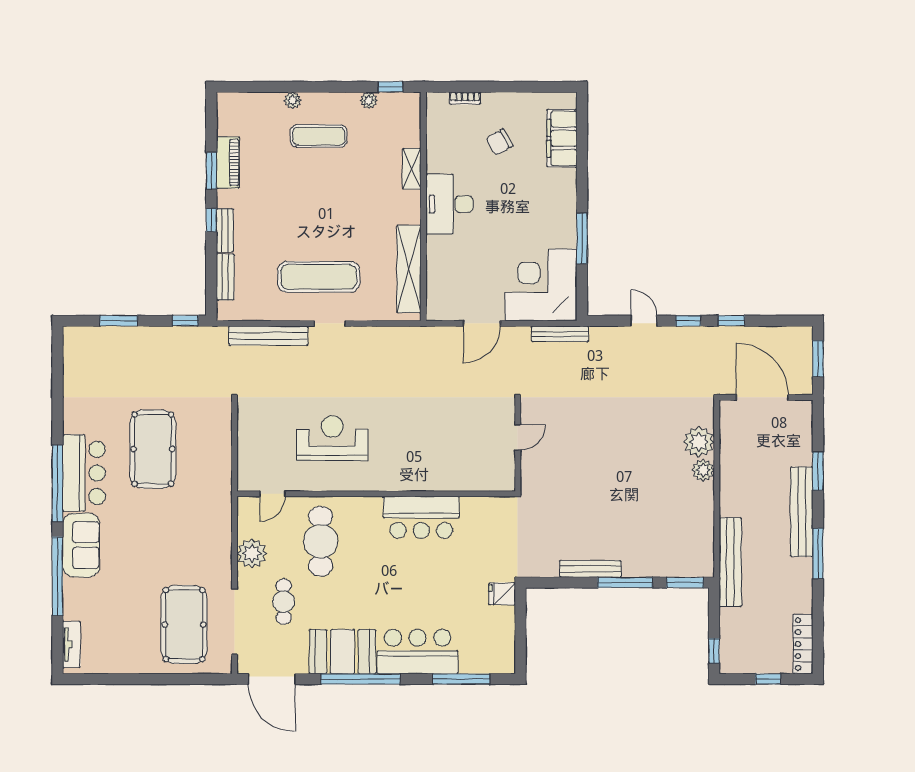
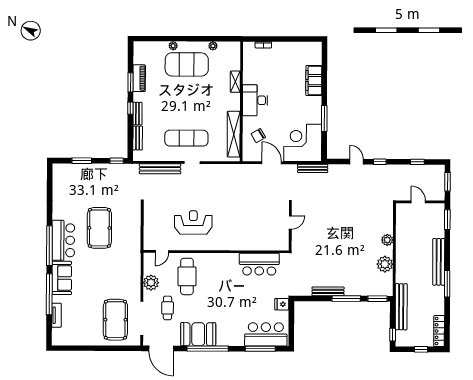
window: (390, 87) -> (224, 39), removed
exercise mat: (319, 136) -> (187, 64), width x2.00, depth x1.45
filing cabinet: (562, 138) -> (314, 81), moved
chair: (499, 142) -> (258, 136), moved
window: (731, 321) -> (417, 162), moved
door: (482, 323) -> (272, 163), swing flipped
door: (762, 397) -> (418, 202), width x0.53
plant: (699, 442) -> (385, 264), moved
window: (818, 471) -> (447, 220), moved
bar counter: (421, 517) -> (259, 264), moved
bench: (730, 562) -> (401, 307), moved
tv unit: (71, 644) -> (57, 315), moved
bar counter: (418, 652) -> (266, 334), moved

